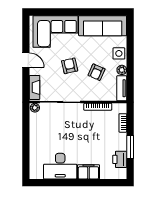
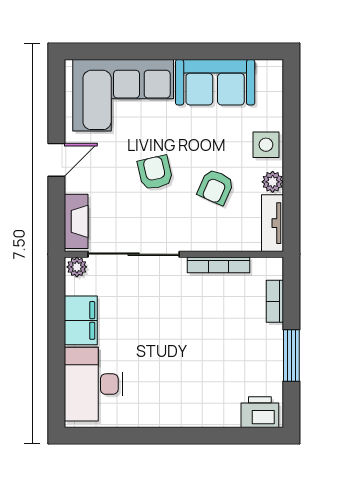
sofa: (103, 26) -> (215, 82), width x0.73
door: (26, 60) -> (56, 160), hinge flipped
printer: (120, 159) -> (260, 412), moved, turned 90
desk: (60, 166) -> (94, 384), moved, turned 90
filing cabinet: (88, 172) -> (81, 320), moved, turned 90

